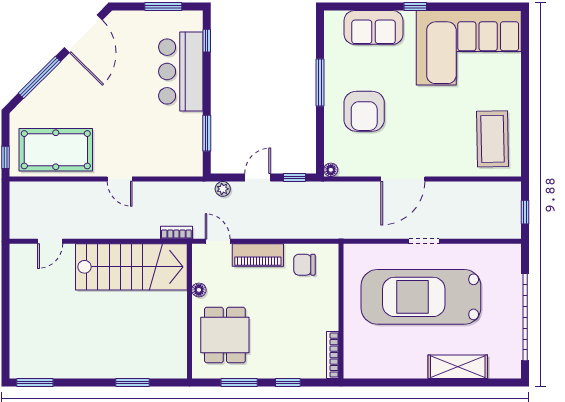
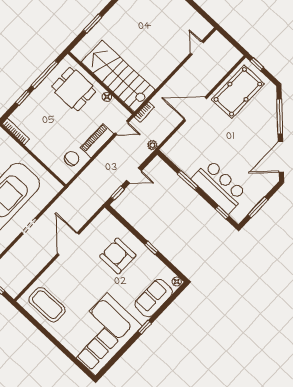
door: (83, 34) -> (281, 157), hinge flipped
window: (320, 82) -> (151, 248), width x0.46
window: (207, 133) -> (188, 180), moved
floor lamp: (331, 170) -> (177, 281), moved
door: (258, 177) -> (134, 176), hinge flipped
door: (120, 179) -> (195, 109), width x1.88
plant: (223, 189) -> (152, 145), moved
stairs: (131, 267) -> (118, 76), moved, turned 90
window: (239, 383) -> (45, 75), width x1.44

